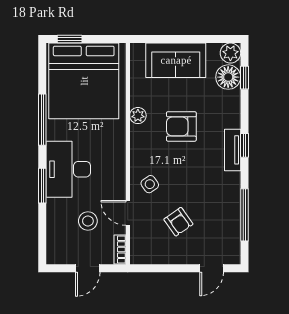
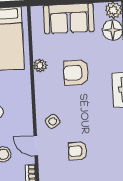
armchair: (178, 222) -> (78, 151), turned 125

